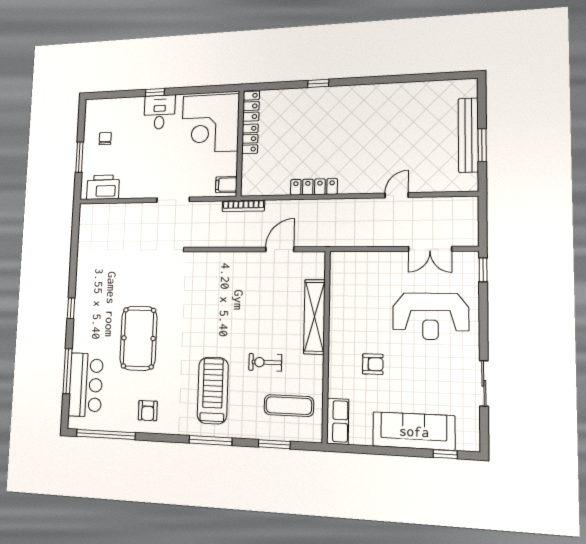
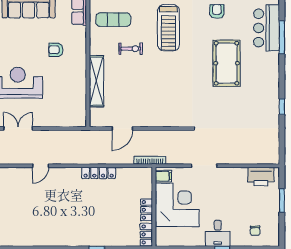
corner desk: (210, 123) -> (177, 205), moved
chair: (105, 139) -> (255, 231), moved
window: (71, 308) -> (282, 107), moved

